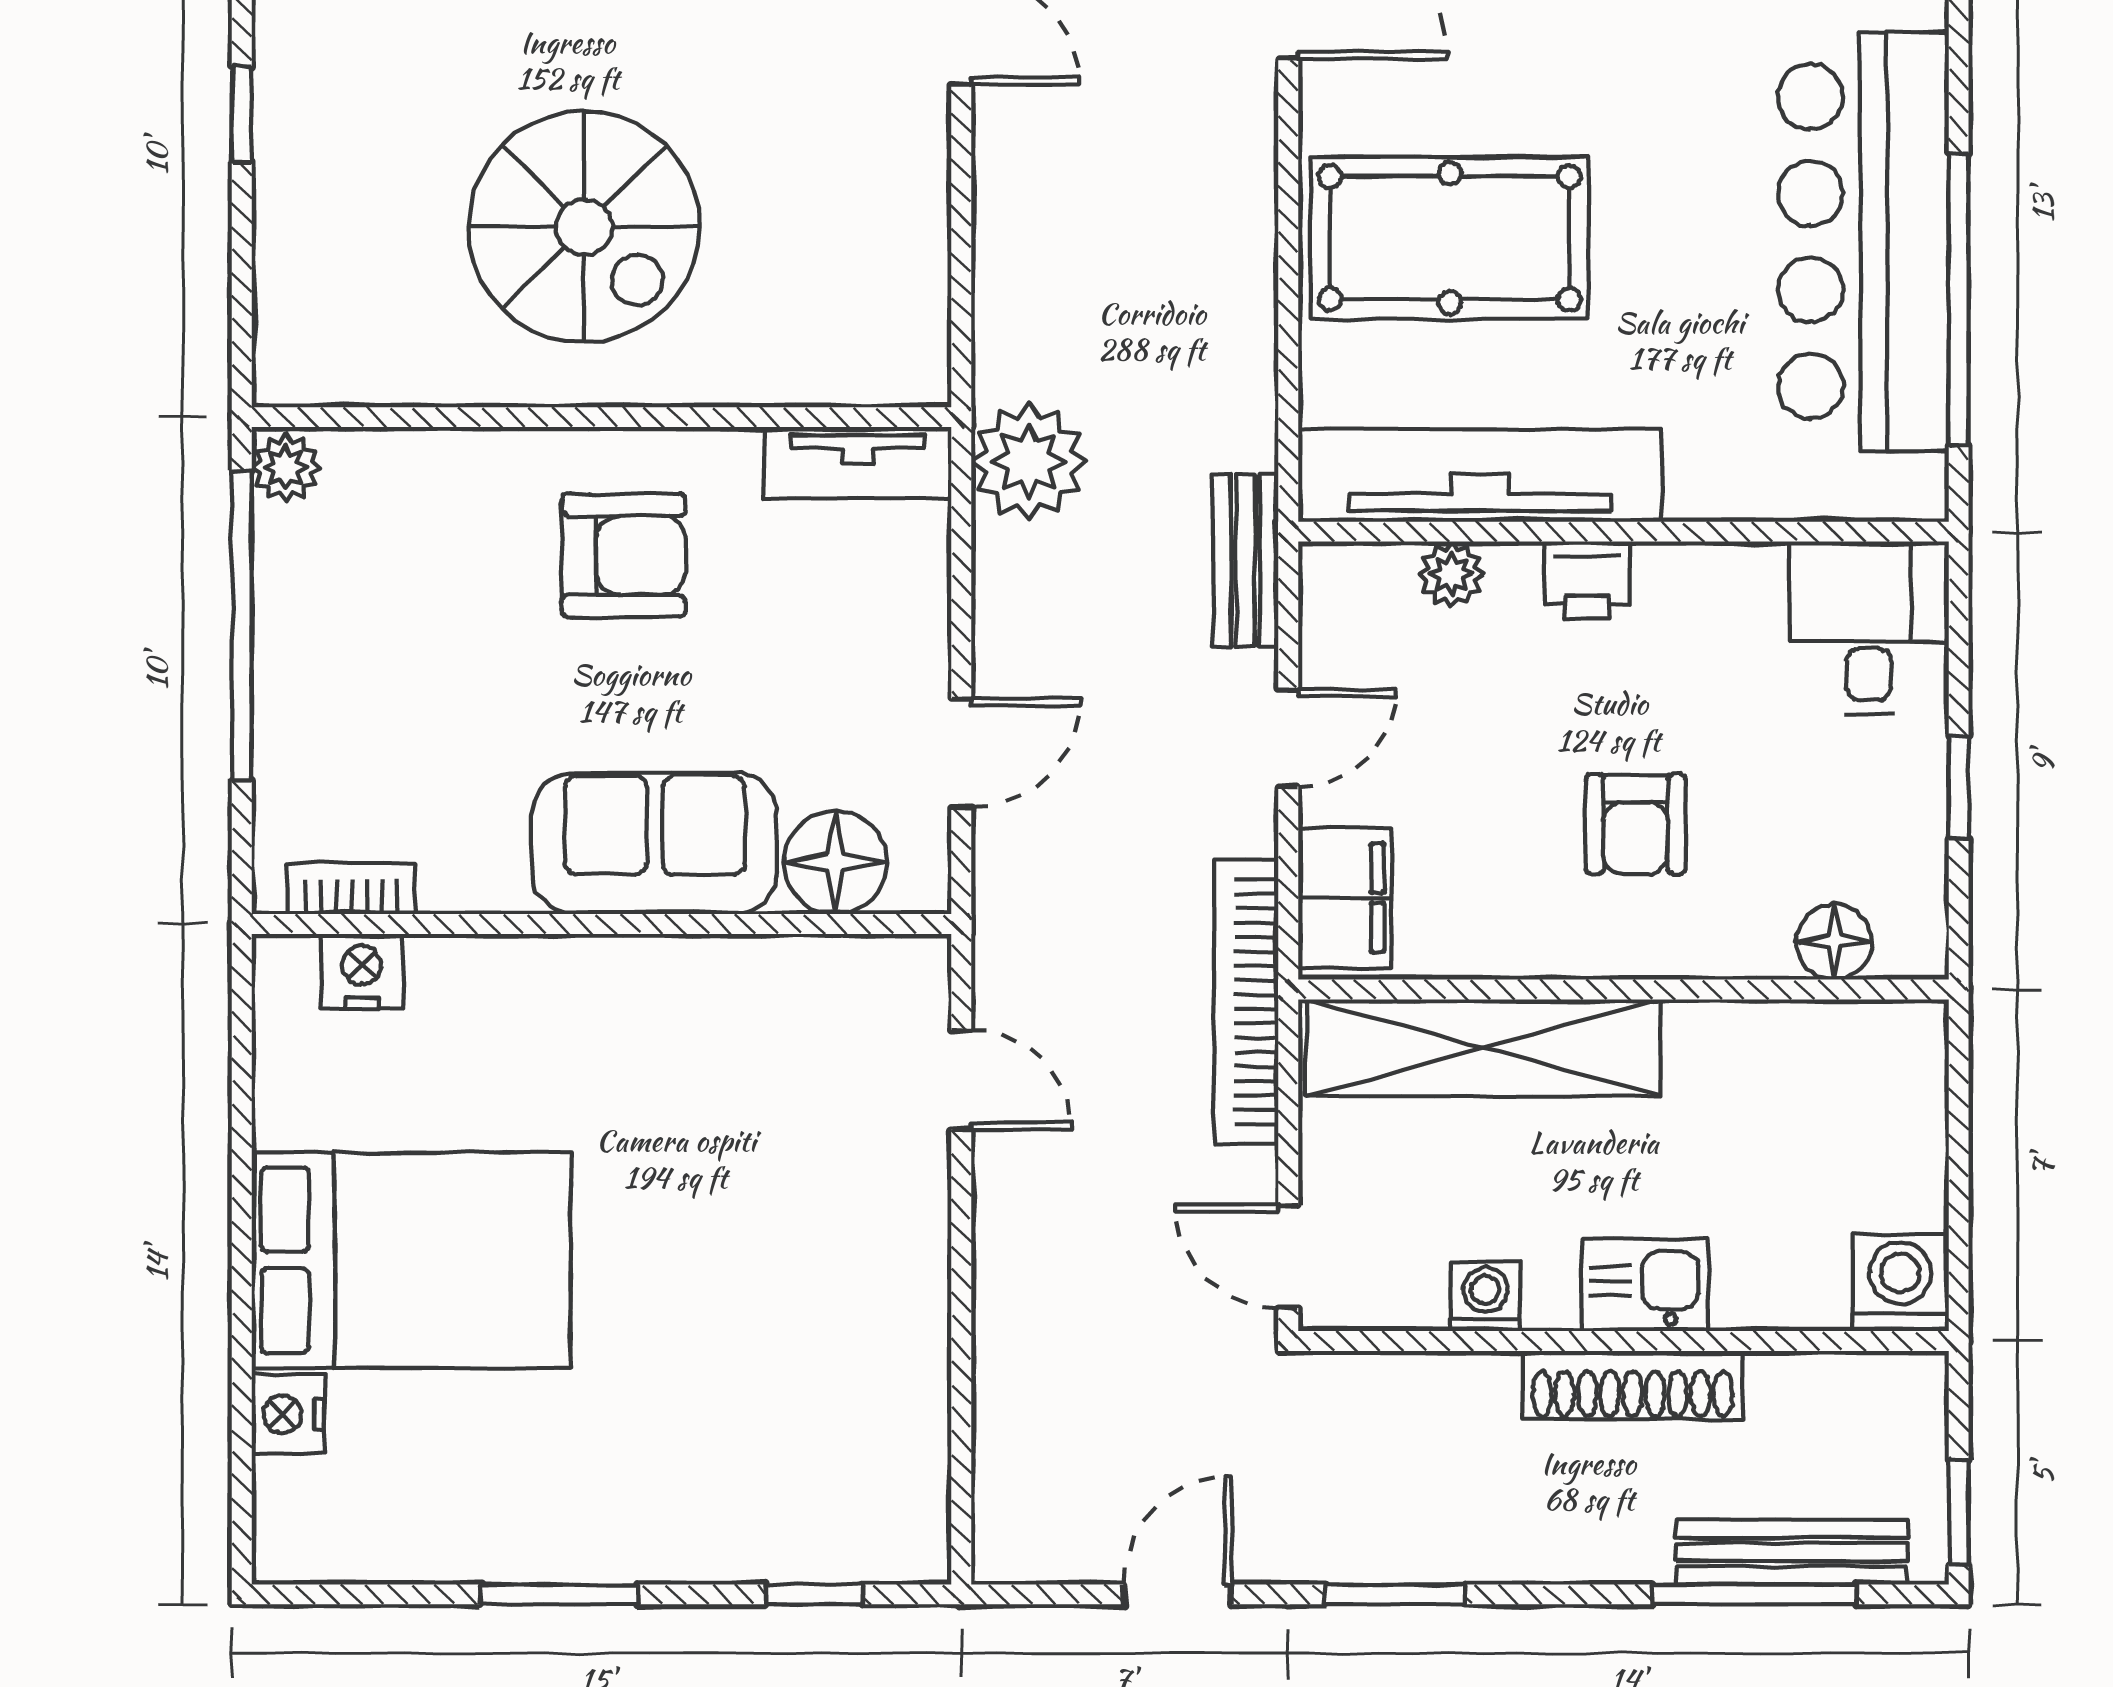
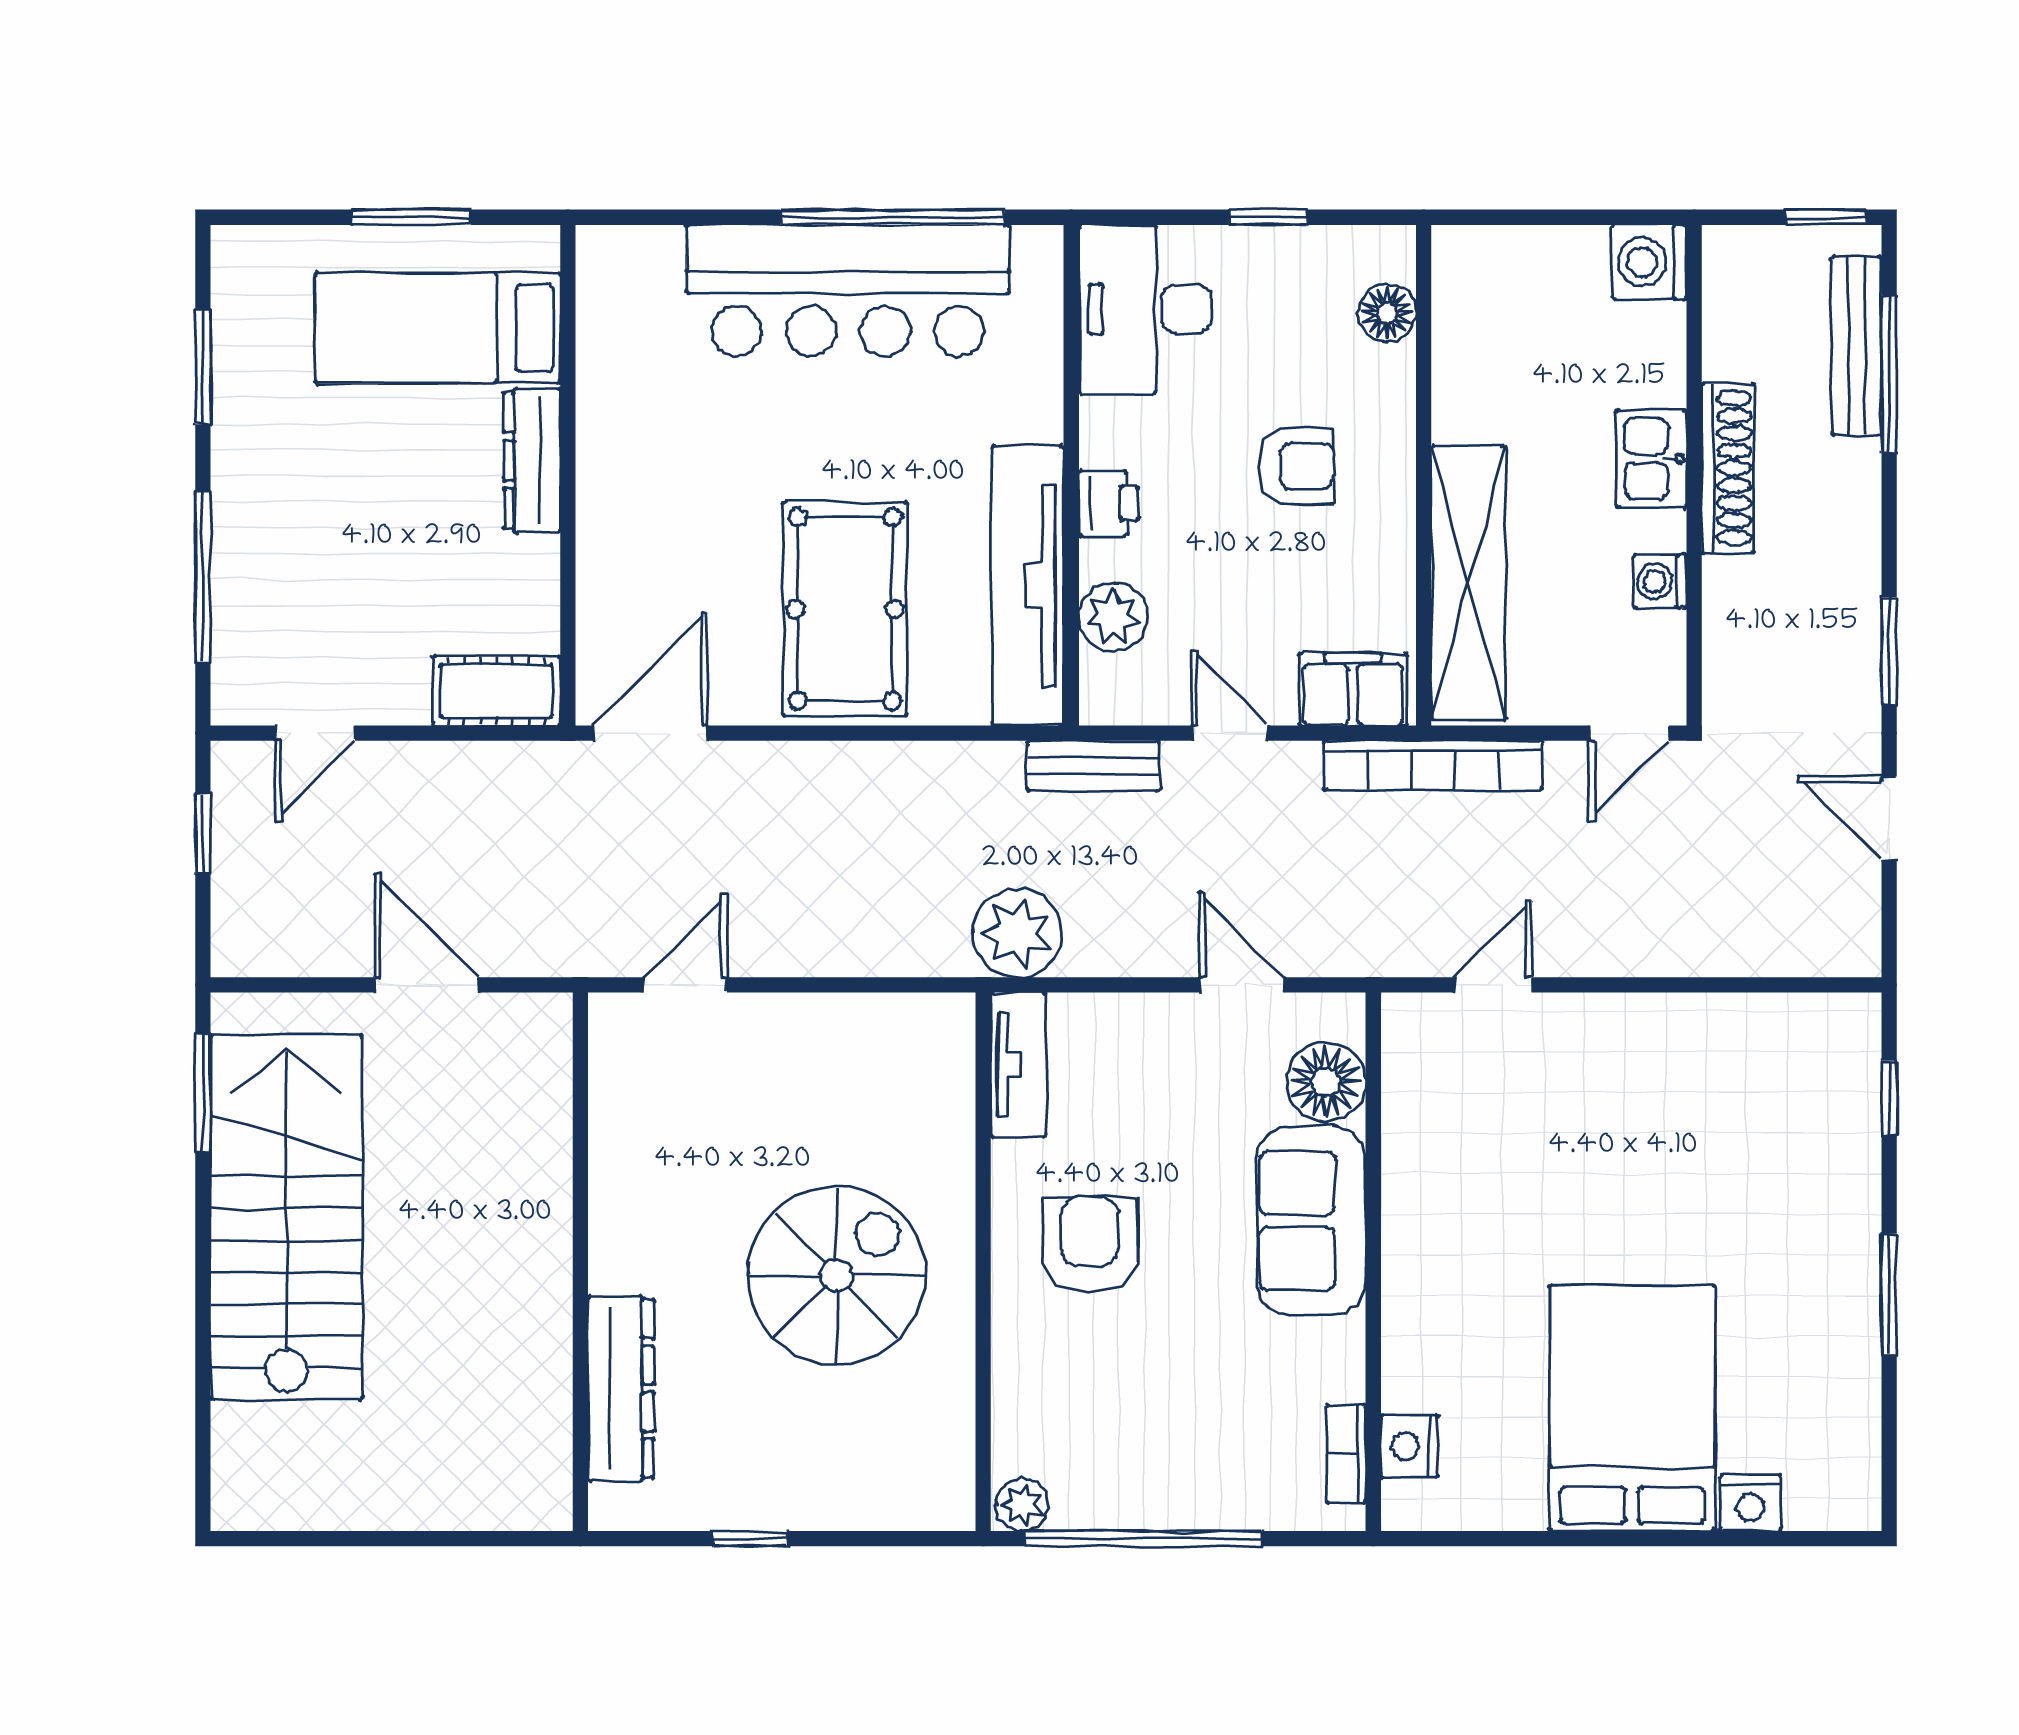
plant: (1451, 574) -> (1113, 617), width x1.38, depth x1.38
desk: (1869, 628) -> (1145, 309), width x1.37

